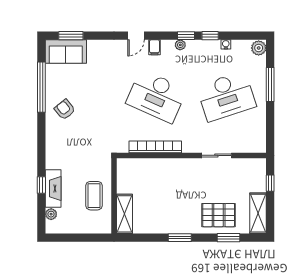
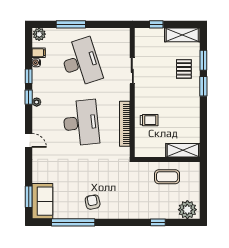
filing cabinet: (154, 47) -> (39, 53), moved
desk: (156, 96) -> (81, 123), turned -30
armchair: (65, 110) -> (93, 202), turned 118
trolley: (159, 175) -> (149, 120), added
fireplace: (53, 188) -> (161, 212), removed
plant: (51, 214) -> (187, 210), width x1.88, depth x1.88
pallet: (219, 215) -> (184, 69), width x0.67, depth x0.71
window: (180, 238) -> (203, 86), moved

